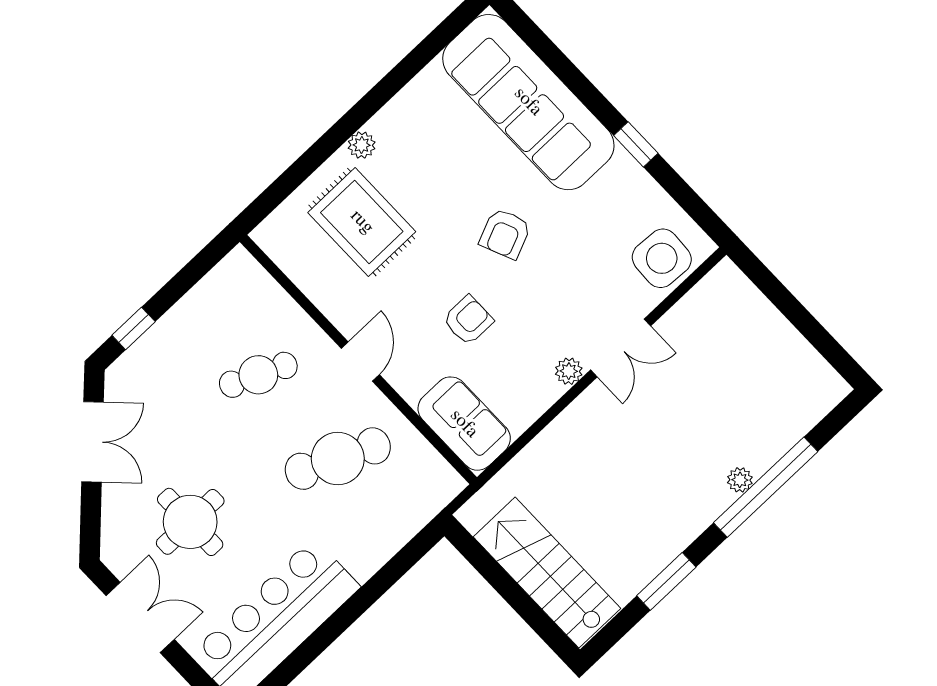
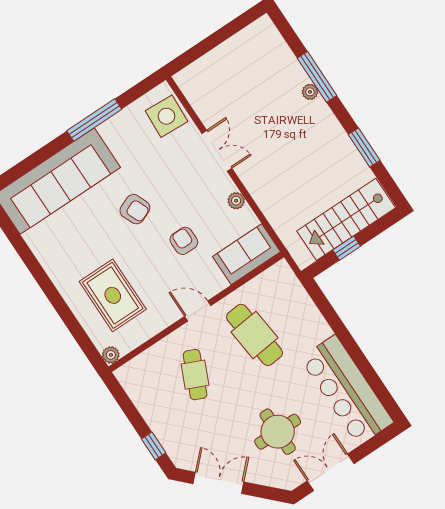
window: (636, 144) -> (94, 120), width x2.17
plant: (362, 145) -> (111, 355), moved
rug: (362, 222) -> (113, 295), turned 90
plant: (569, 371) -> (236, 201), moved
cafe table: (338, 459) -> (255, 335), turned -30
window: (766, 487) -> (317, 77), width x0.68
window: (501, 581) -> (347, 248), added

